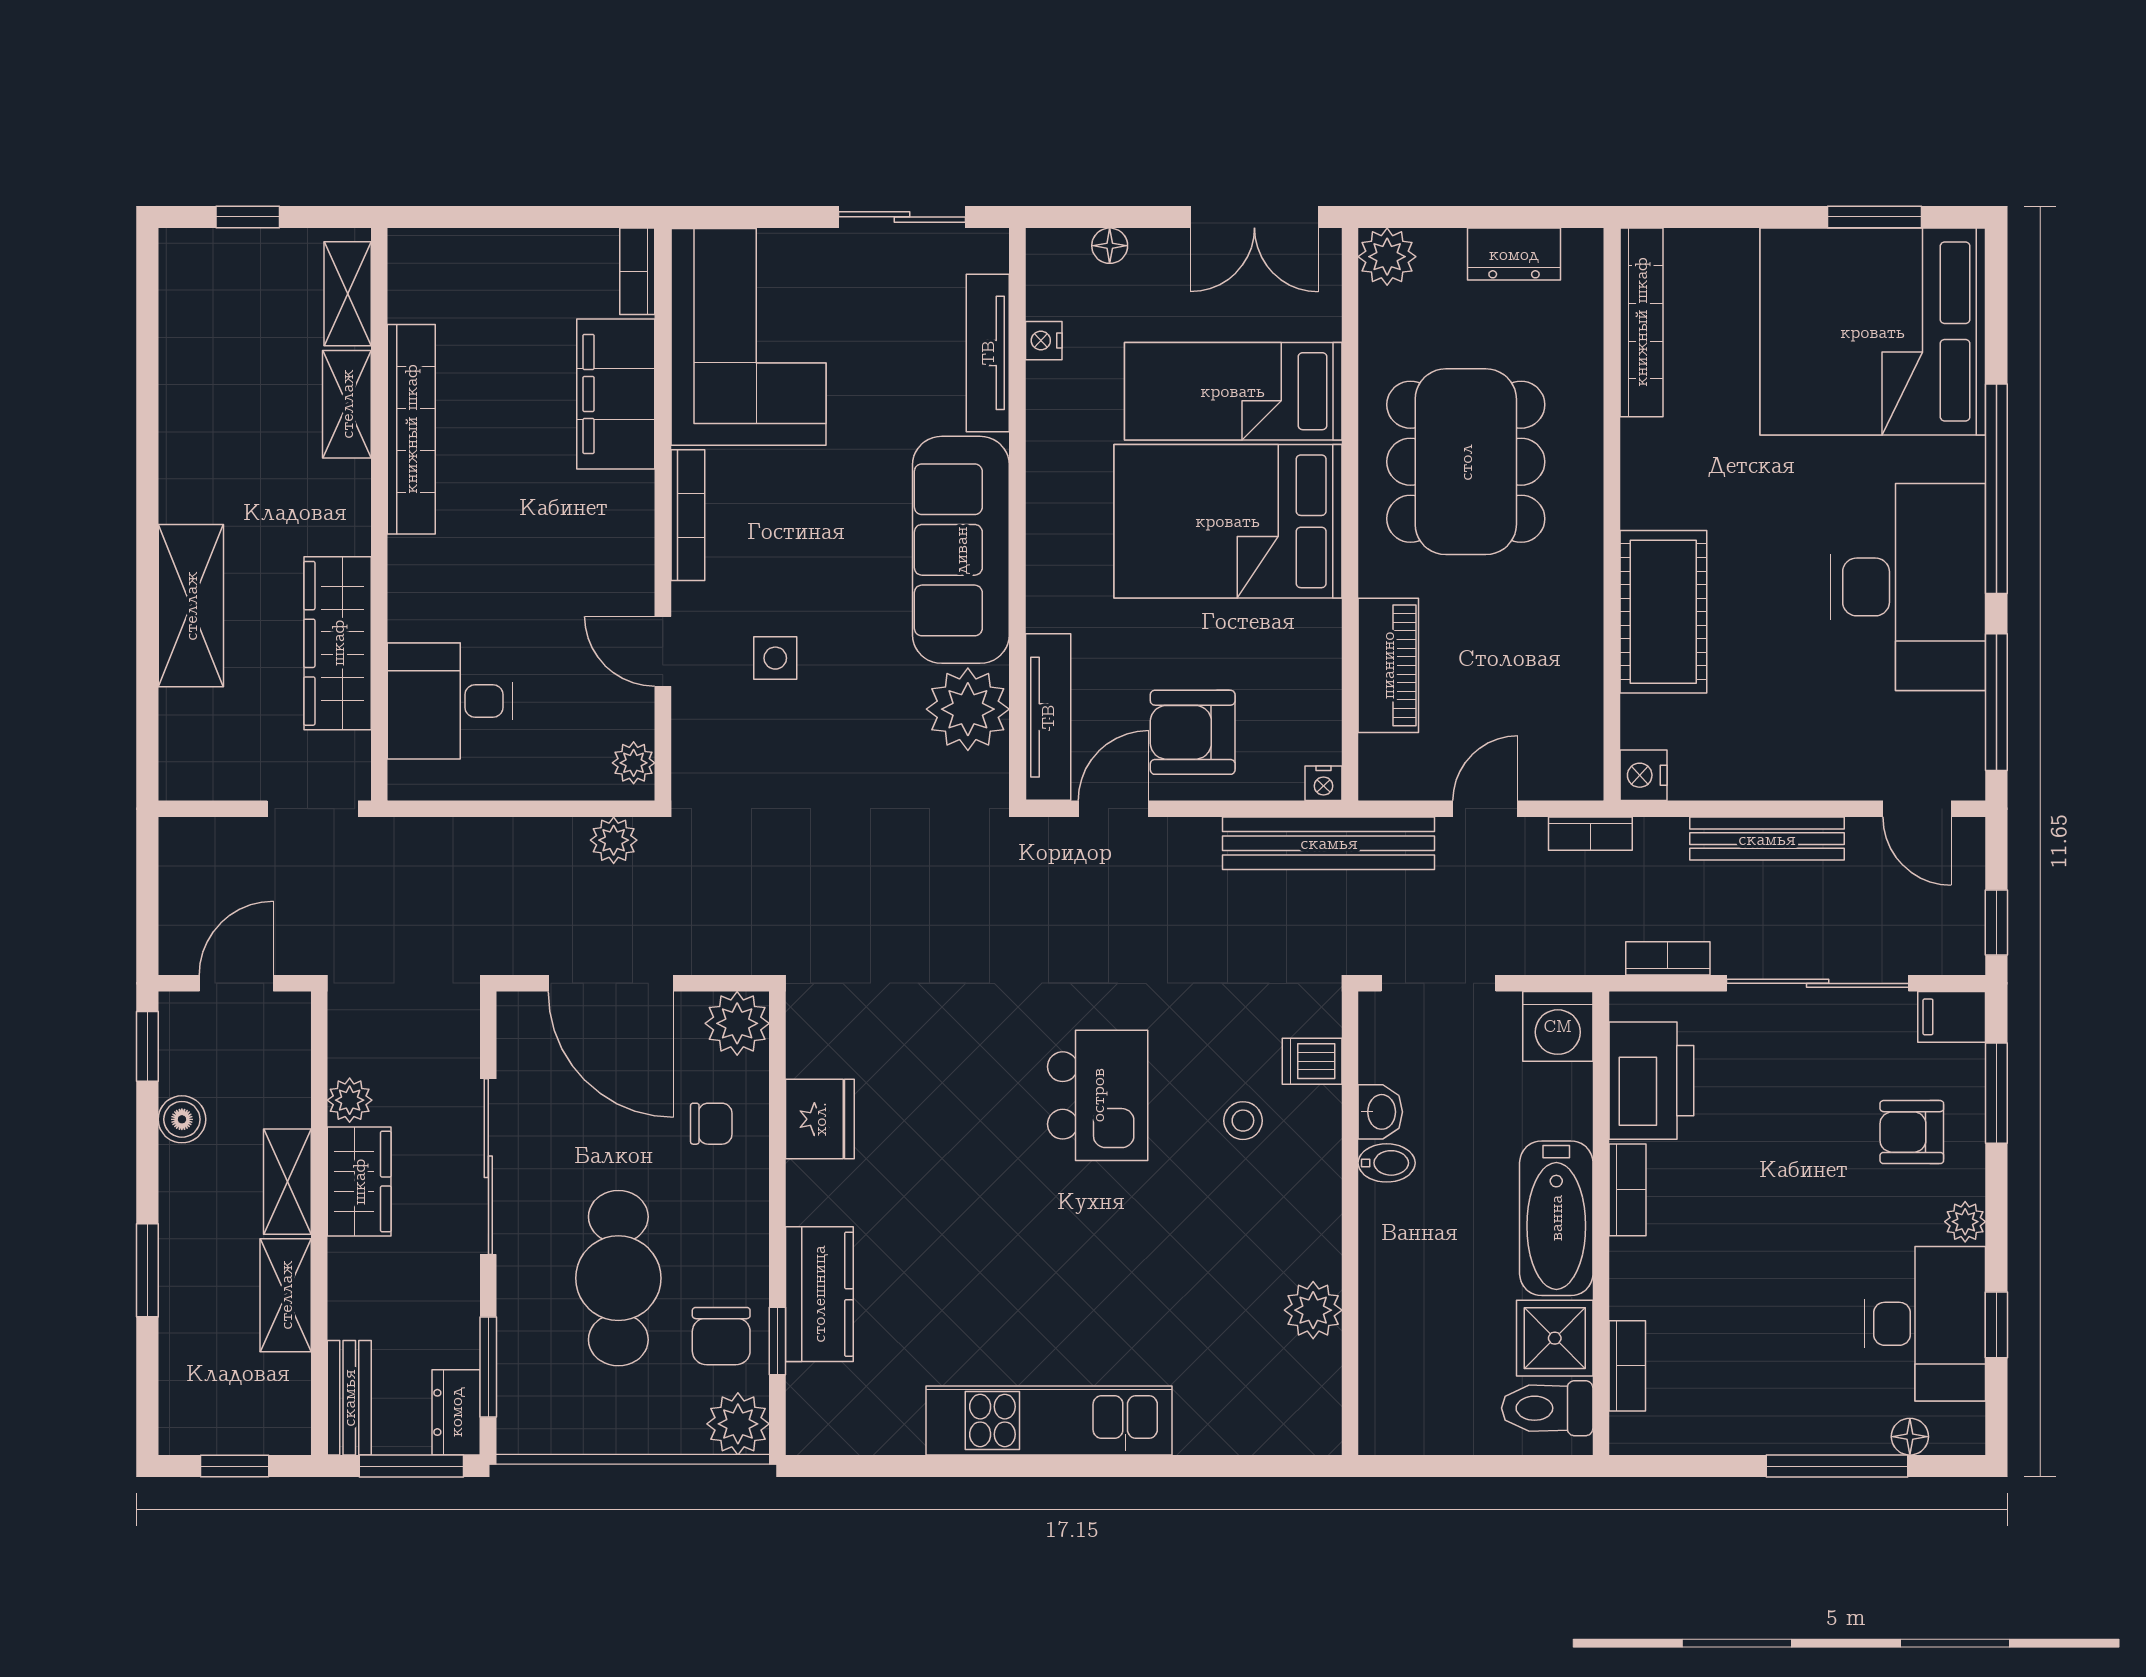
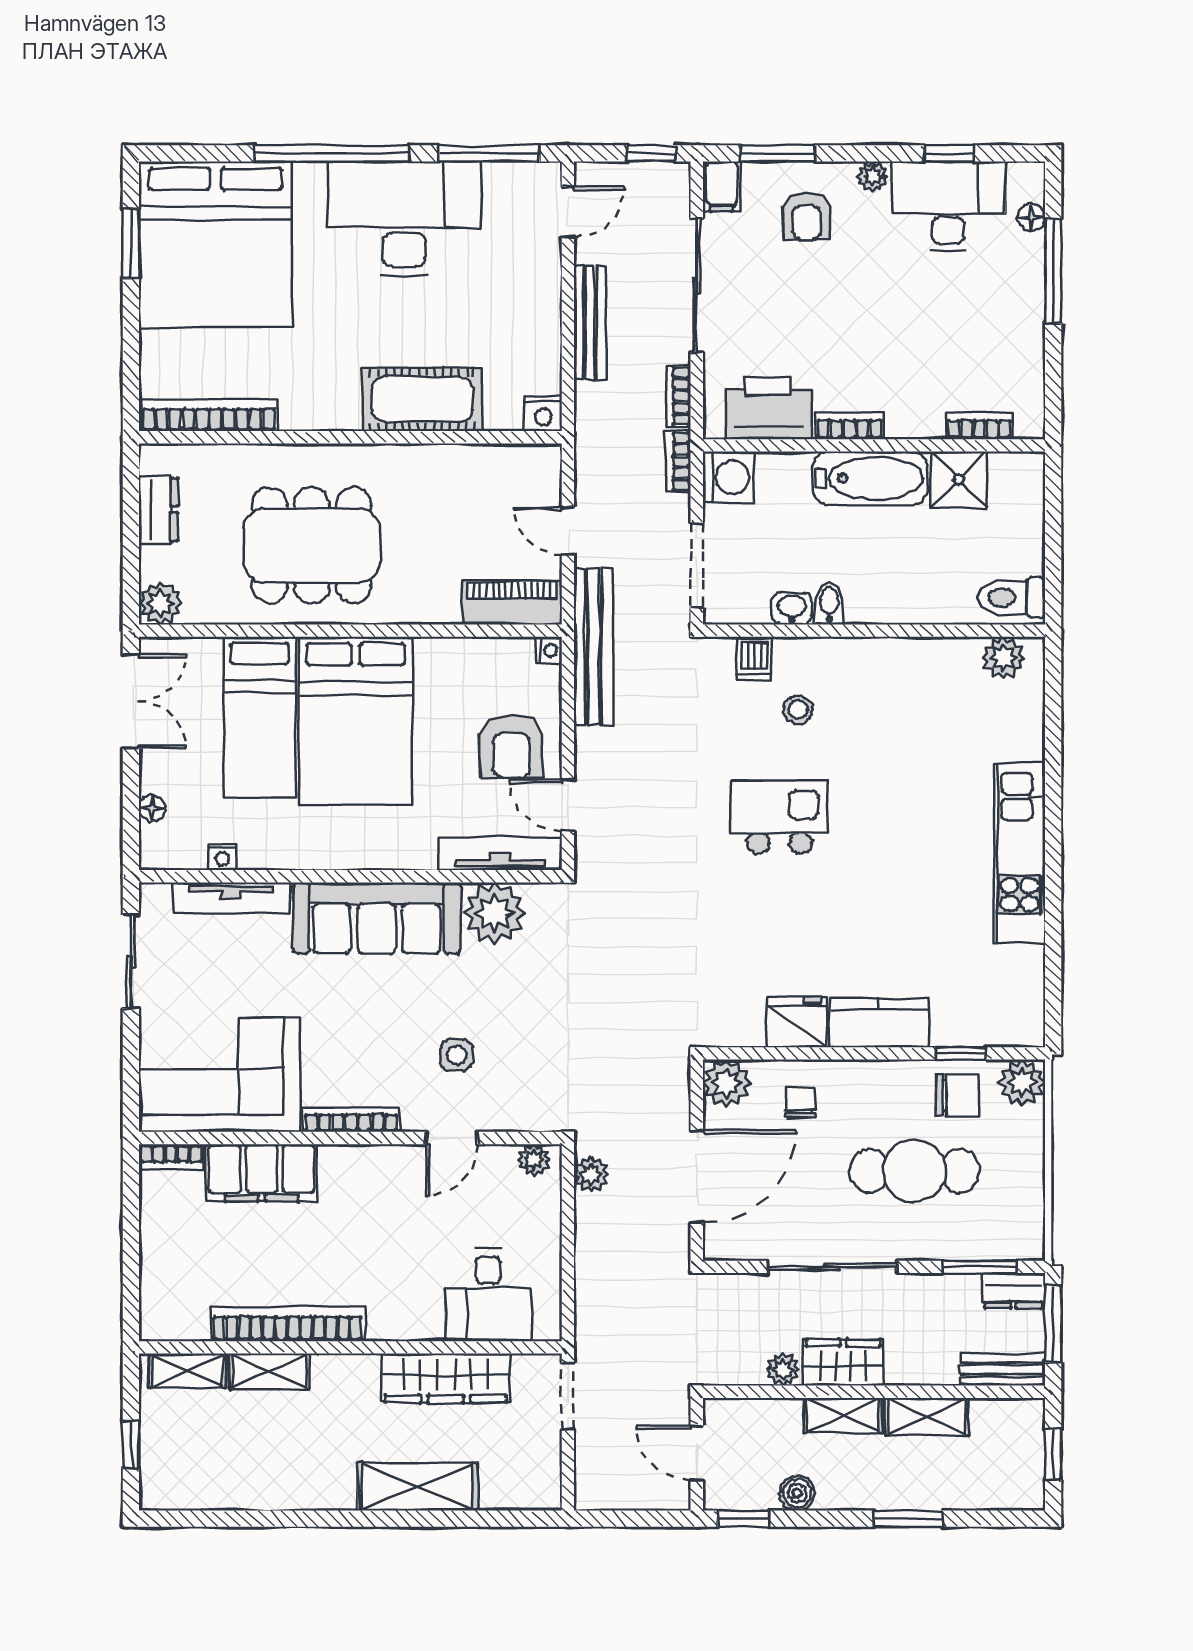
piano: (1388, 665) -> (512, 602), moved
bookcase: (1590, 834) -> (678, 461), moved, turned 180
kitchen counter: (819, 1294) -> (879, 1022), moved
plant: (1313, 1310) -> (1003, 658), moved
toilet: (1547, 1408) -> (1011, 597), moved, turned 90

